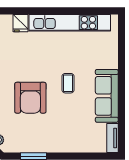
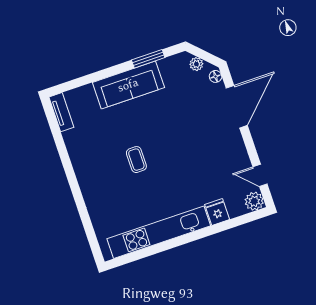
sofa: (107, 96) -> (128, 85), moved, turned 90
armchair: (30, 98) -> (175, 127), removed

